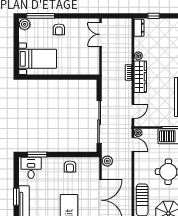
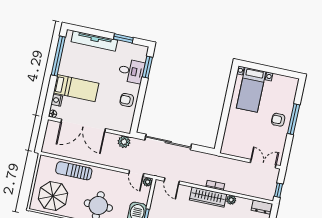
window: (41, 16) -> (294, 119), moved
window: (121, 16) -> (279, 190), added
plant: (25, 24) -> (292, 84), removed
door: (133, 144) -> (136, 174), hinge flipped
desk: (31, 168) -> (131, 71), moved
window: (16, 197) -> (123, 38), moved

